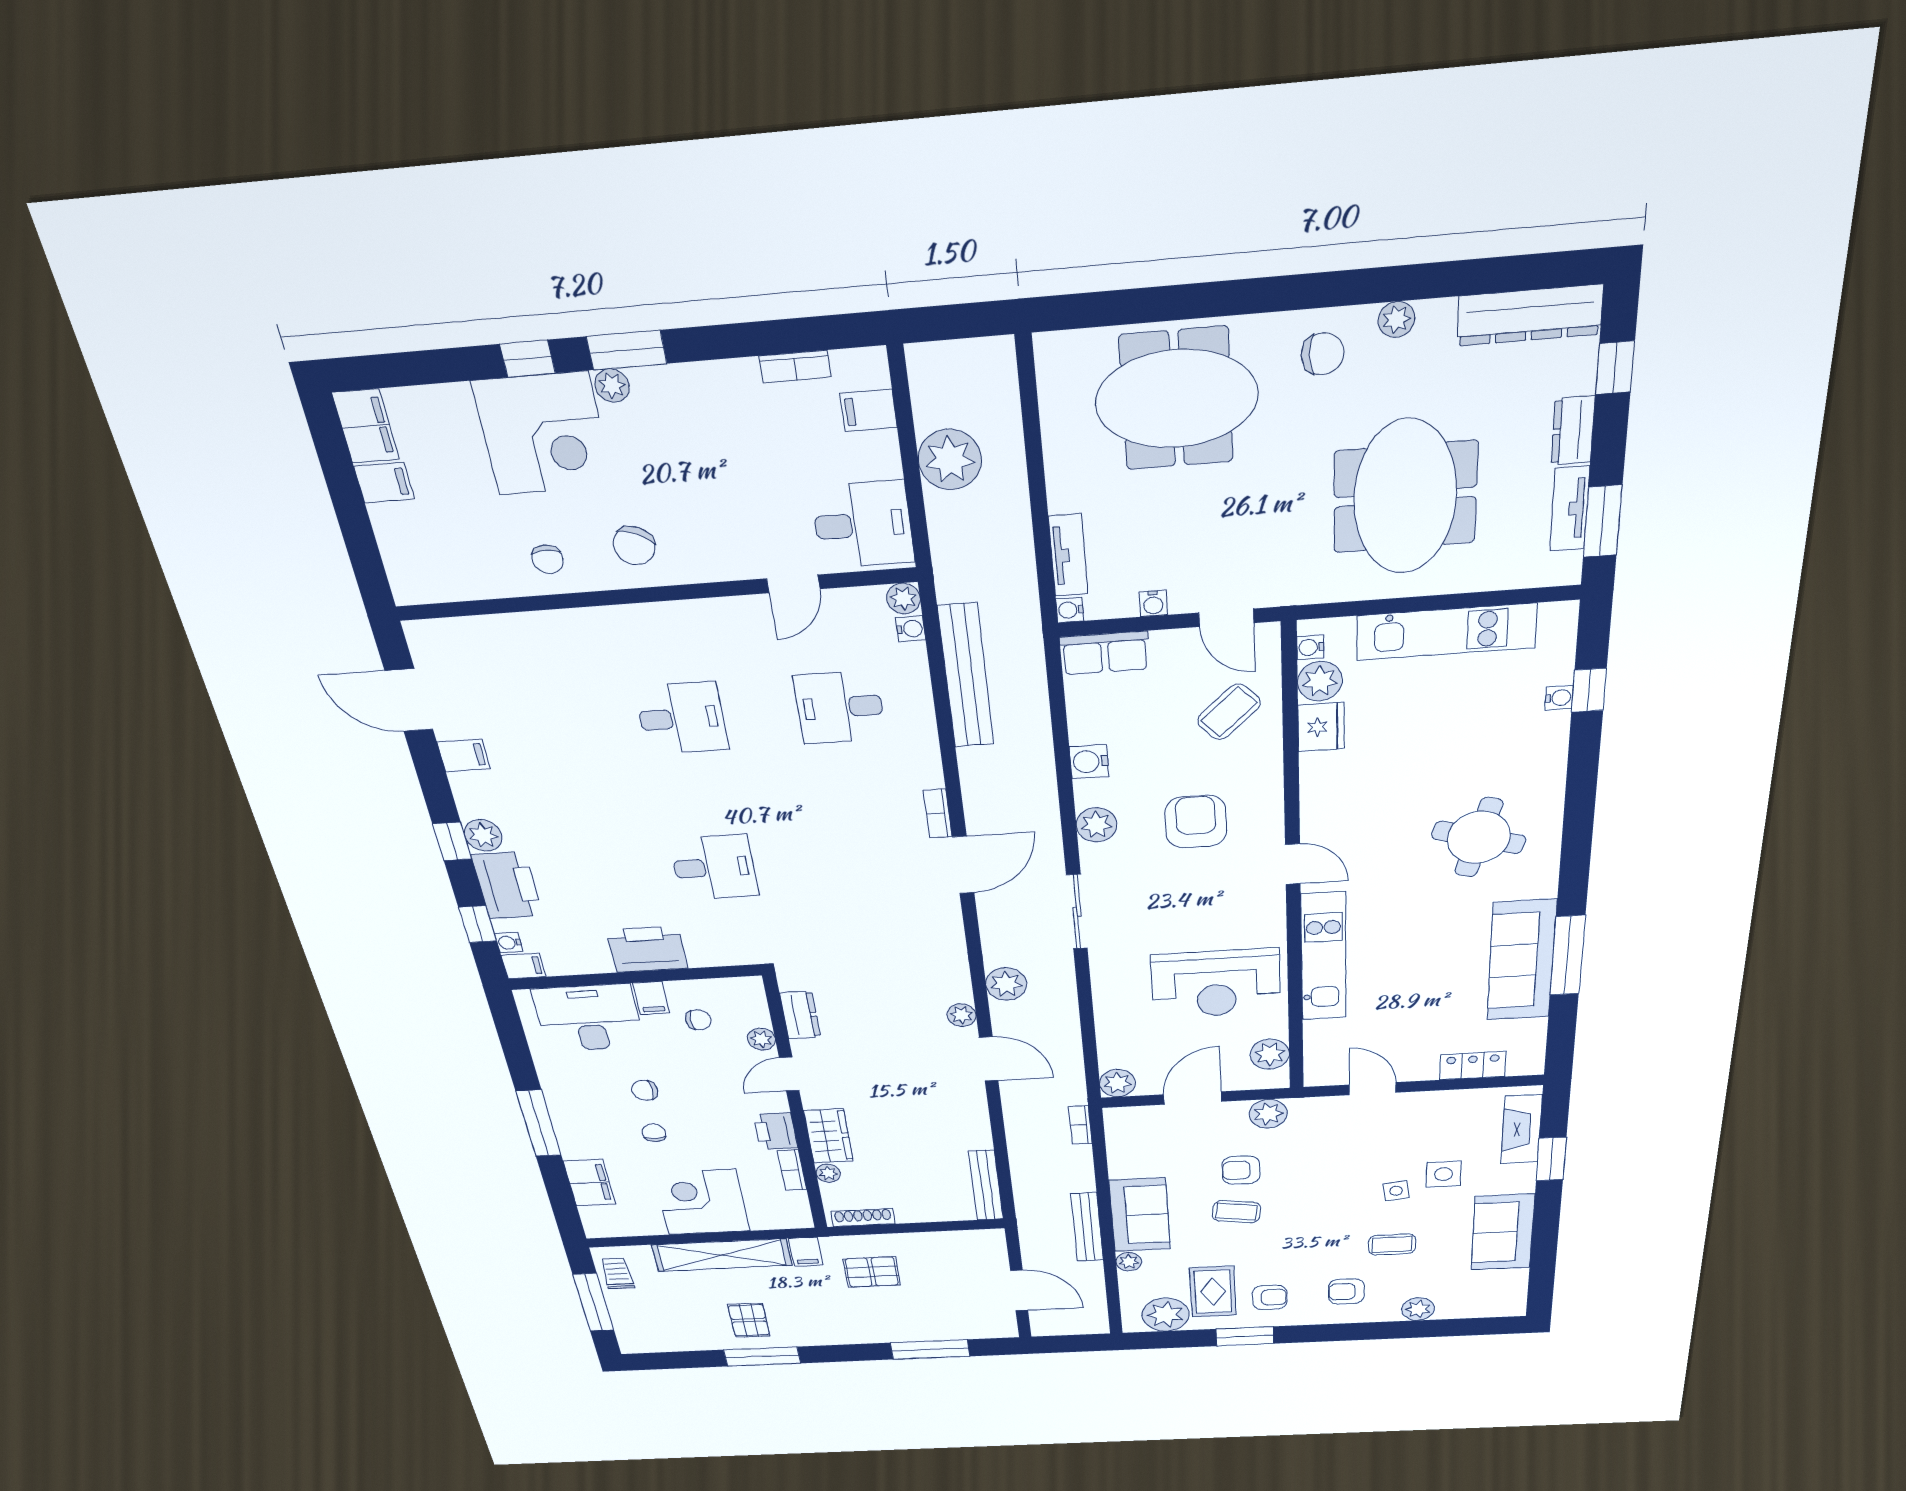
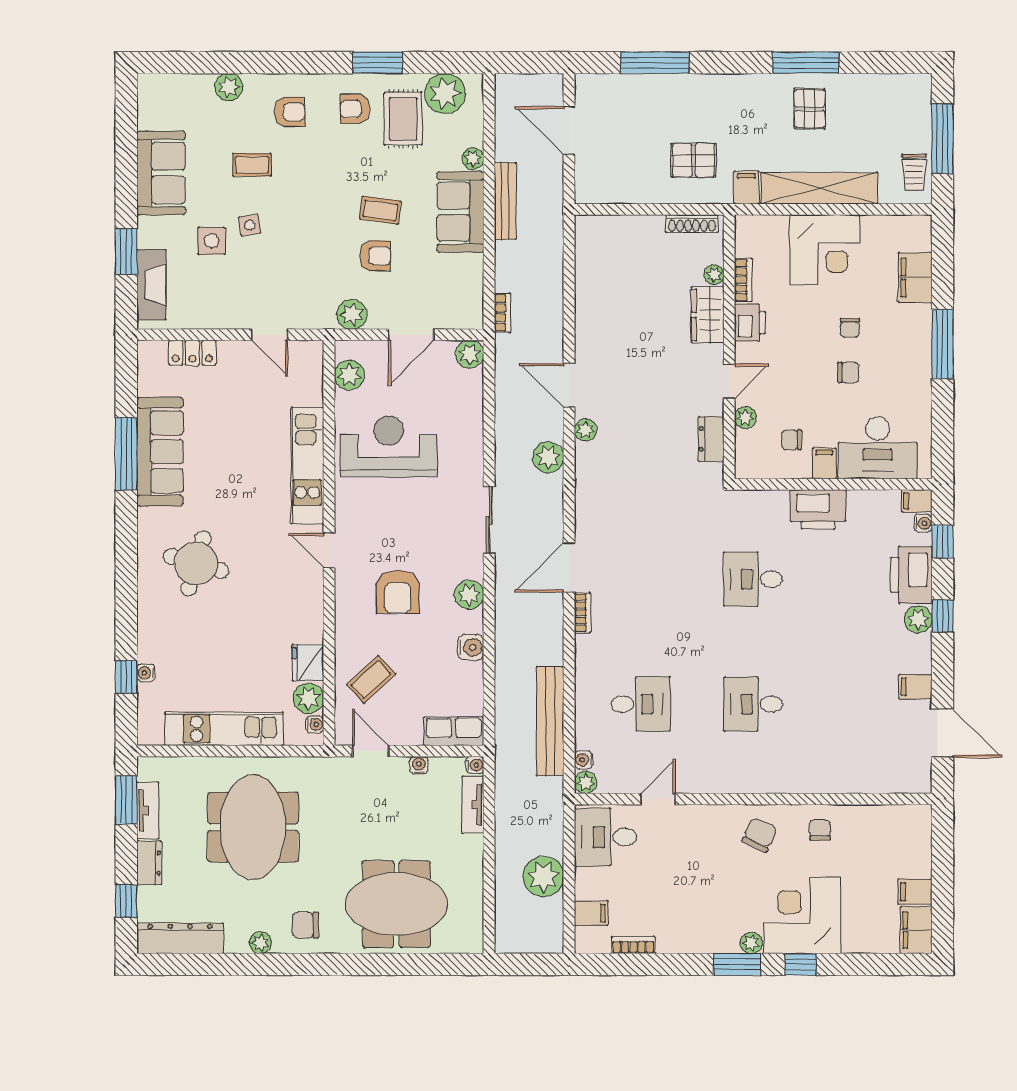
bench: (986, 1185) -> (585, 253), removed

